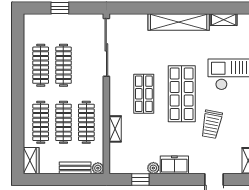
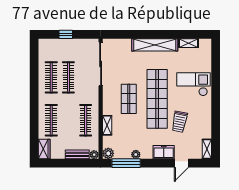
shop shelf: (182, 94) -> (157, 99), width x1.40
clothes rail: (63, 122) -> (68, 120), removed
freezer: (174, 165) -> (164, 152), moved
plant: (117, 167) -> (108, 153), added
window: (140, 180) -> (126, 163), width x2.17

